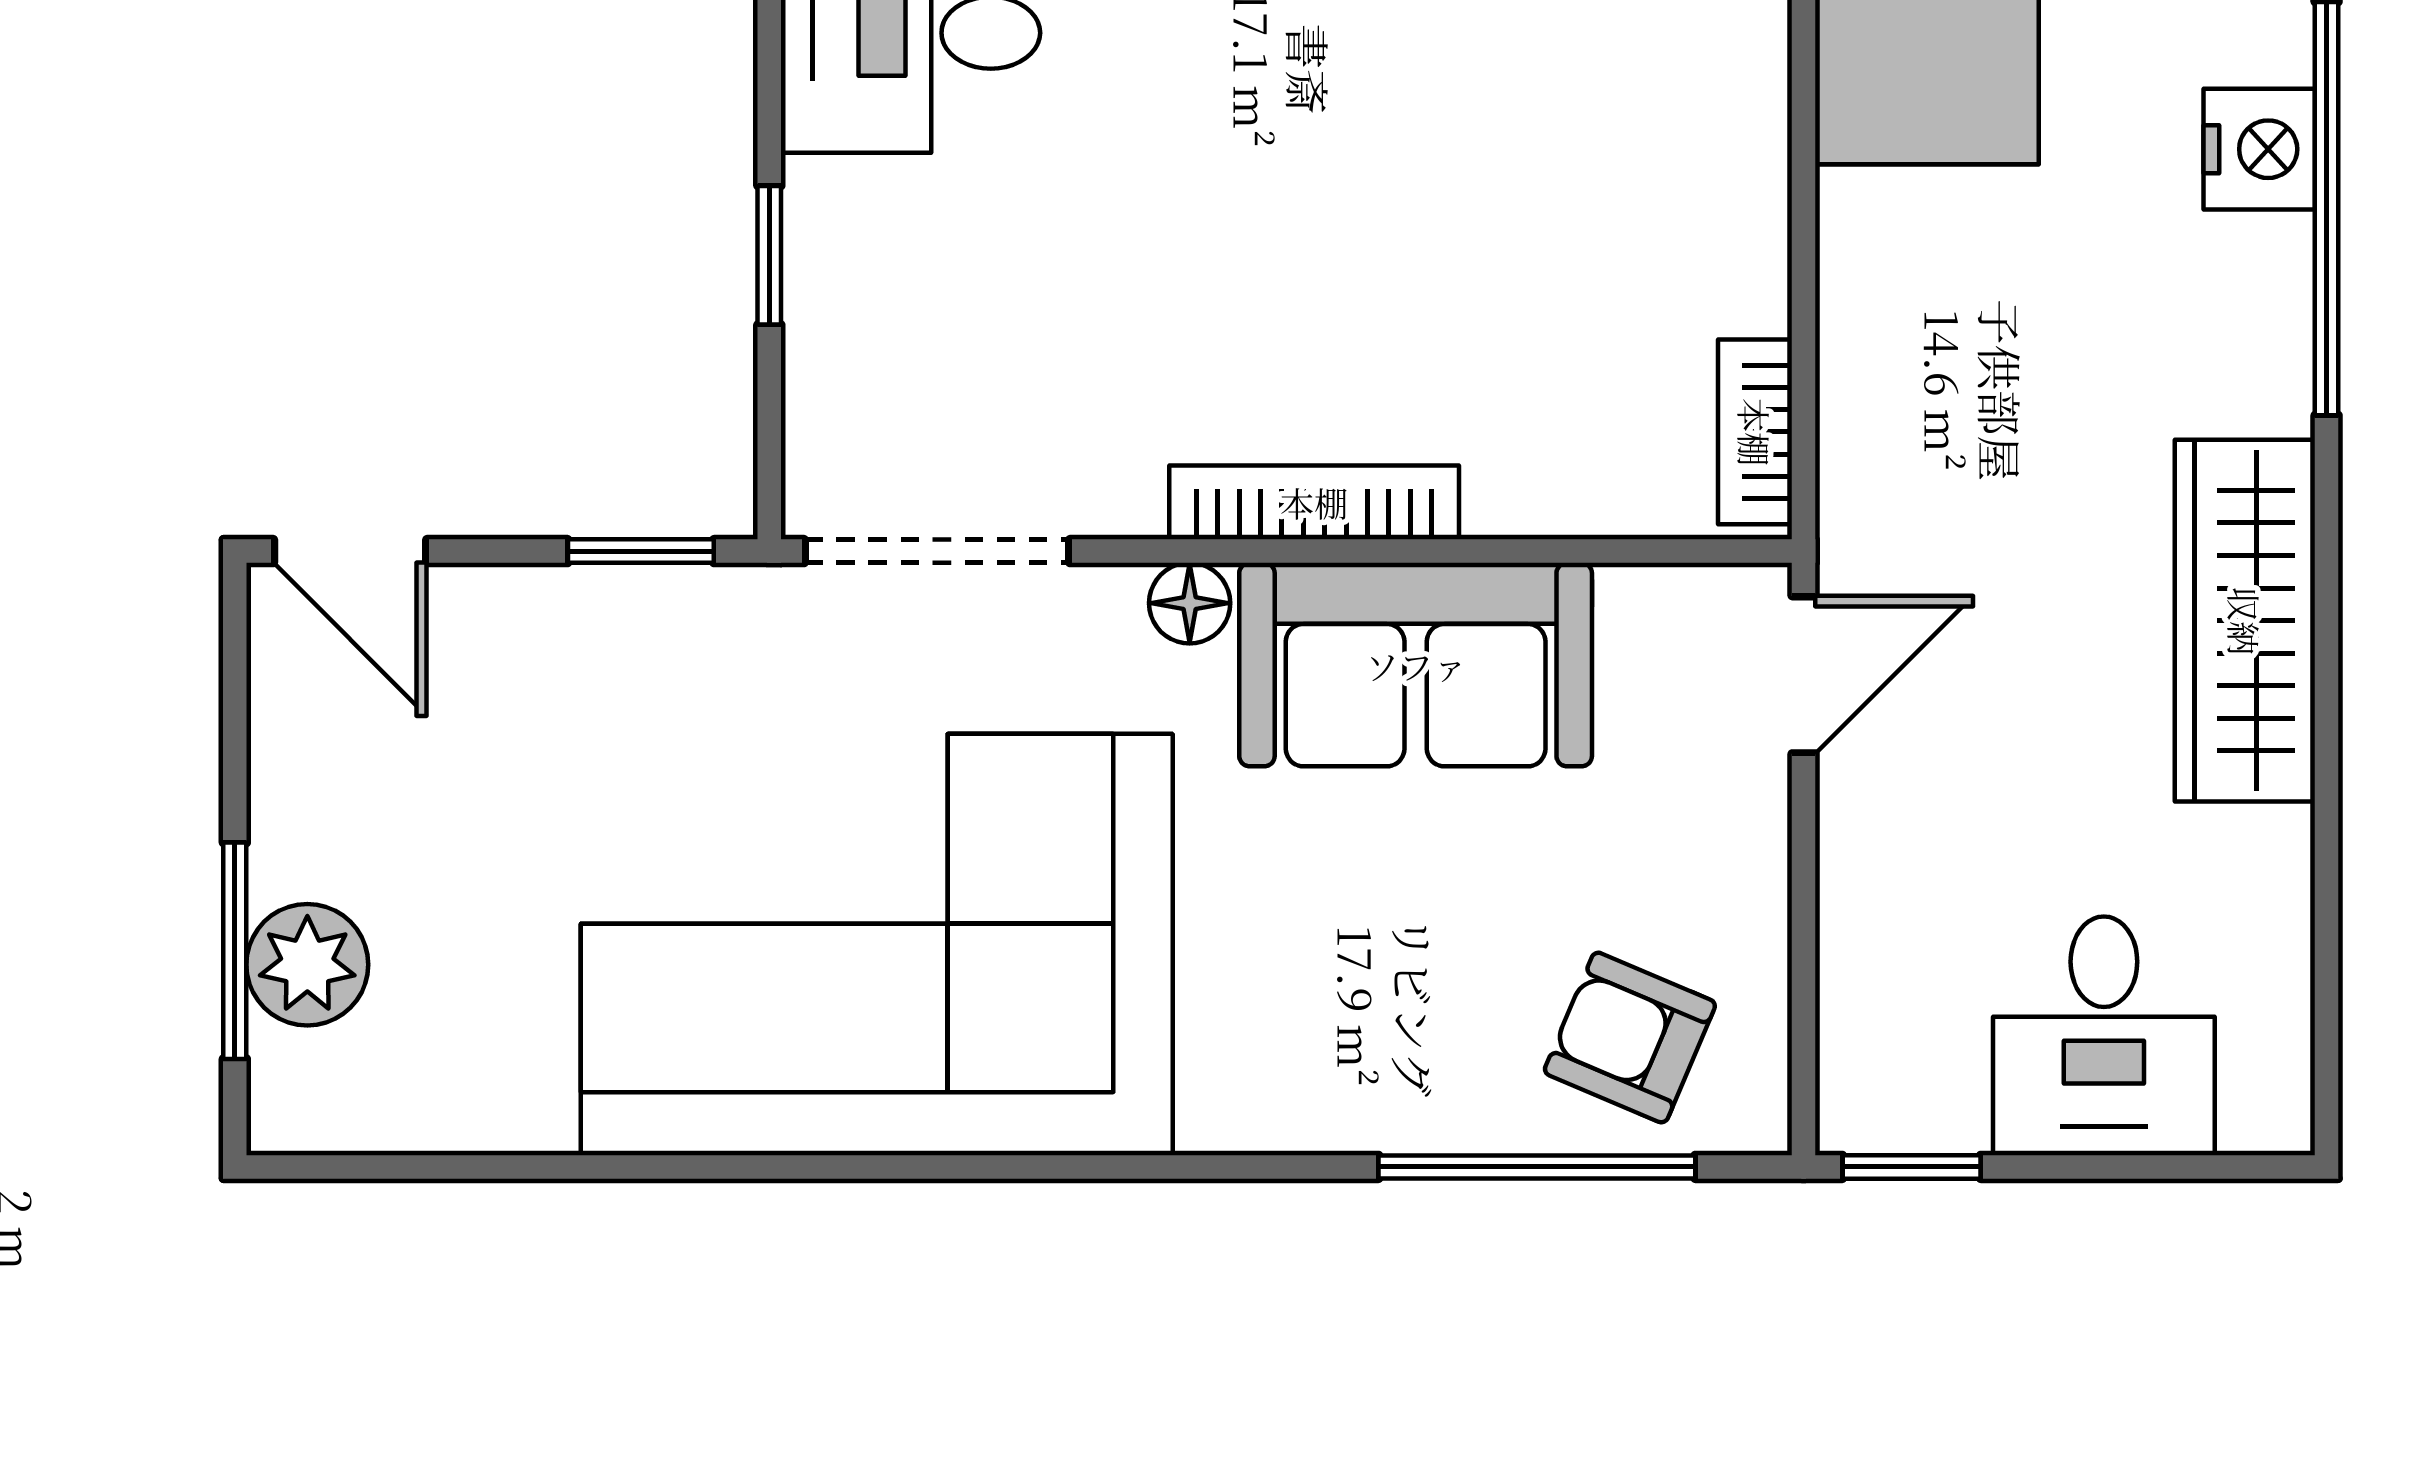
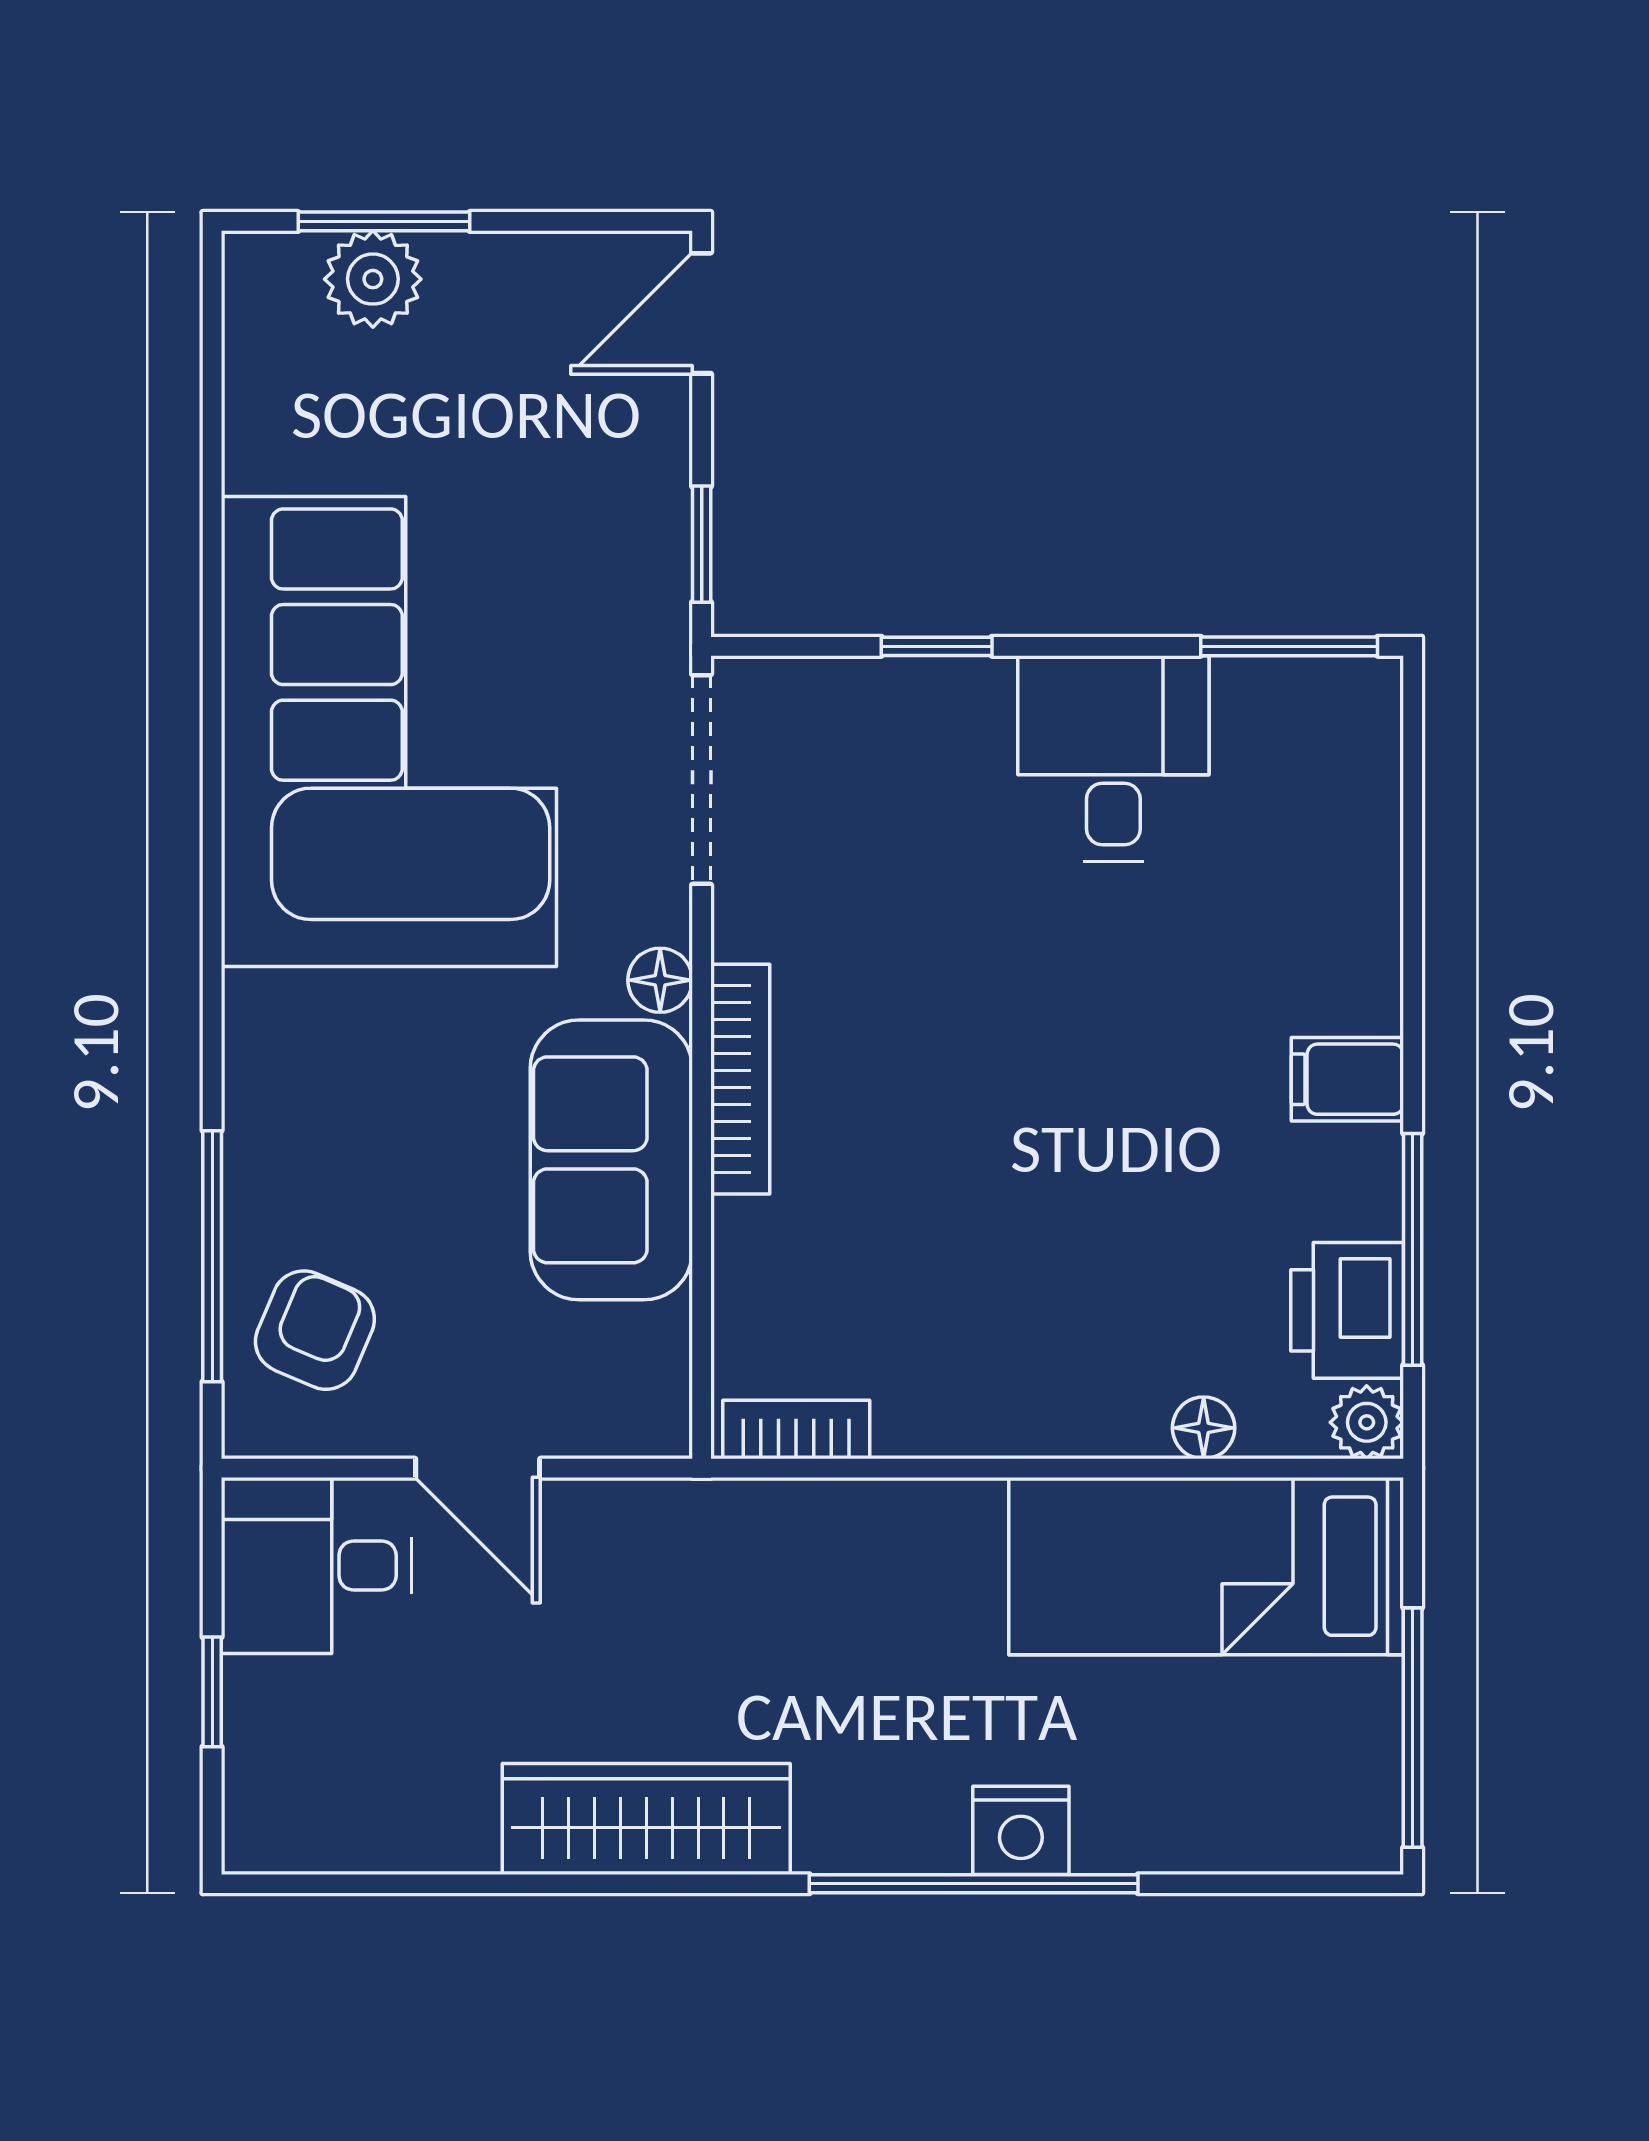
door: (1804, 675) -> (478, 1468), moved
desk: (2104, 1036) -> (316, 1565), moved
window: (1912, 1167) -> (212, 1692), moved

